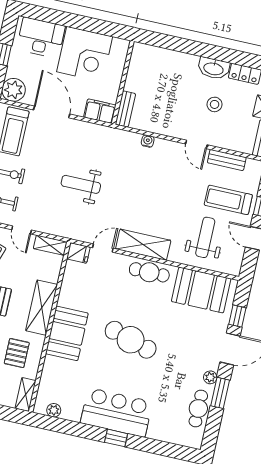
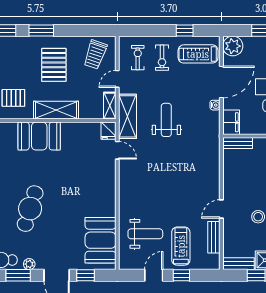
water cooler: (148, 141) -> (215, 105), moved
shelving: (143, 245) -> (128, 116), moved
cafe table: (149, 272) -> (106, 194), removed
cafe table: (131, 340) -> (30, 209), moved

